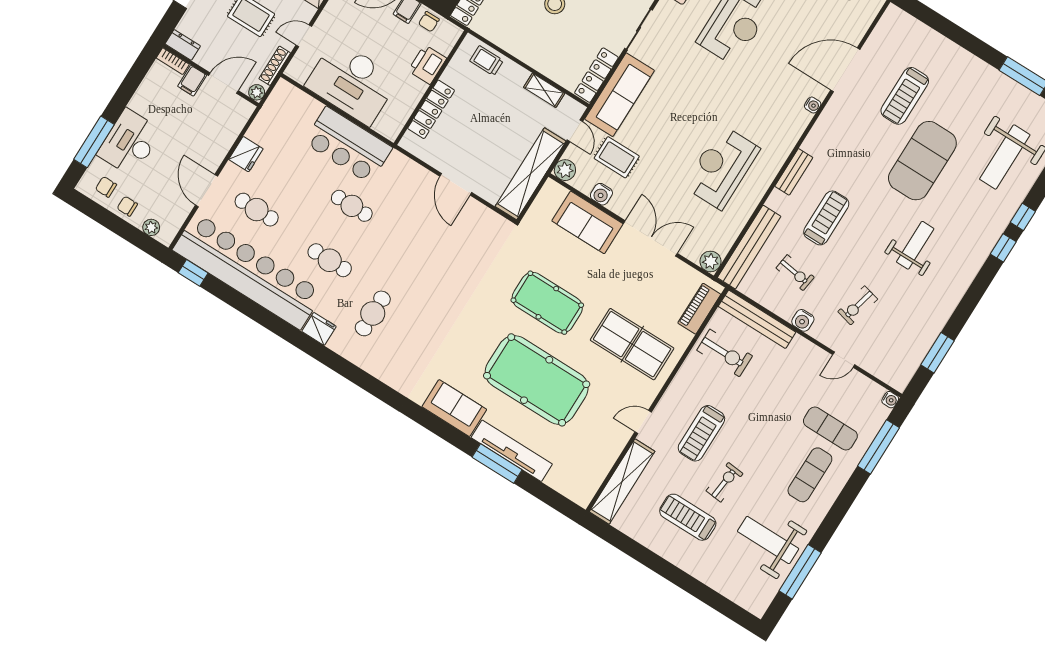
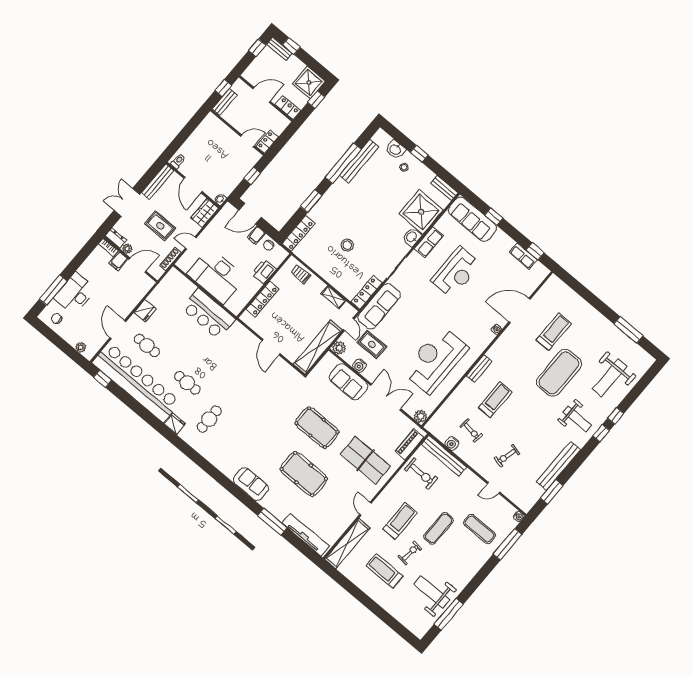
plant: (257, 92) -> (127, 249), moved
treadmill: (905, 96) -> (554, 332), turned 180
reception desk: (722, 167) -> (435, 360), width x1.36, depth x1.30
chair: (127, 206) -> (68, 332), removed
cafe table: (352, 206) -> (206, 351), removed
weight bench: (915, 245) -> (577, 419), moved, turned 90
bench: (749, 247) -> (558, 466), moved
water cooler: (803, 320) -> (452, 443), moved
pool table: (537, 380) -> (304, 474), width x0.73, depth x0.76
door: (643, 422) -> (365, 509), hinge flipped
treadmill: (701, 433) -> (400, 521), turned 180
tv unit: (512, 451) -> (306, 535), moved
exercise mat: (810, 475) -> (439, 528), moved

